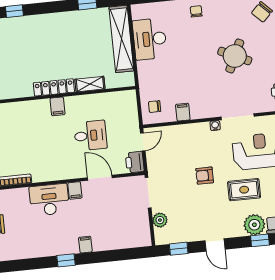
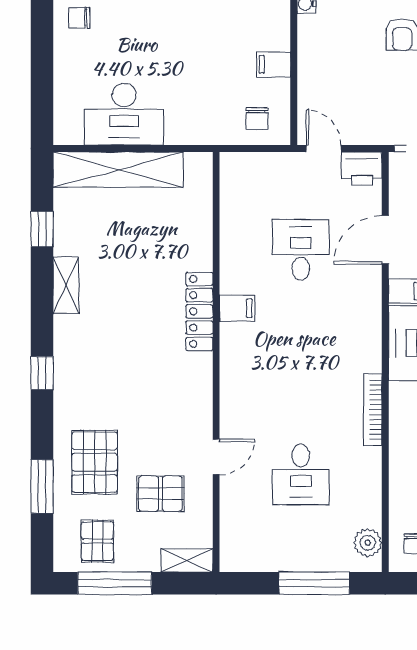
shelving: (90, 84) -> (66, 285), moved

